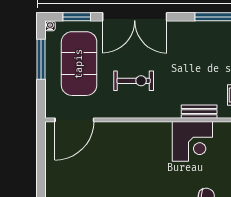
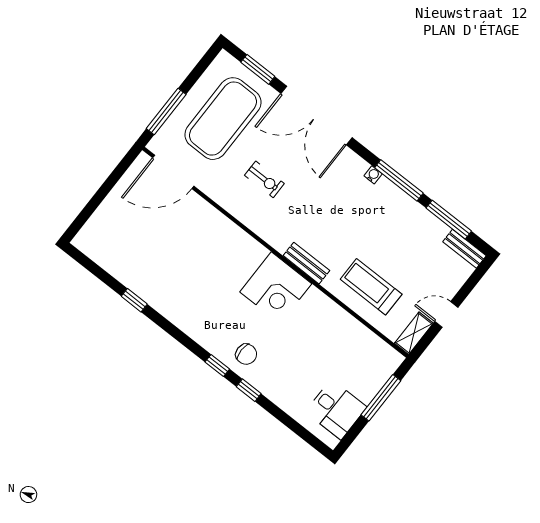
water cooler: (50, 26) -> (373, 175), moved
window: (41, 59) -> (166, 111), moved
exercise bike: (134, 81) -> (264, 179), width x0.73, depth x0.72

